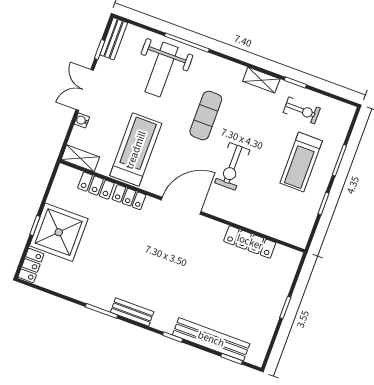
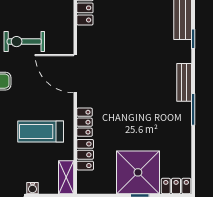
treadmill: (136, 150) -> (41, 132), width x0.73, depth x0.73
exercise bike: (232, 166) -> (24, 42), turned 180

